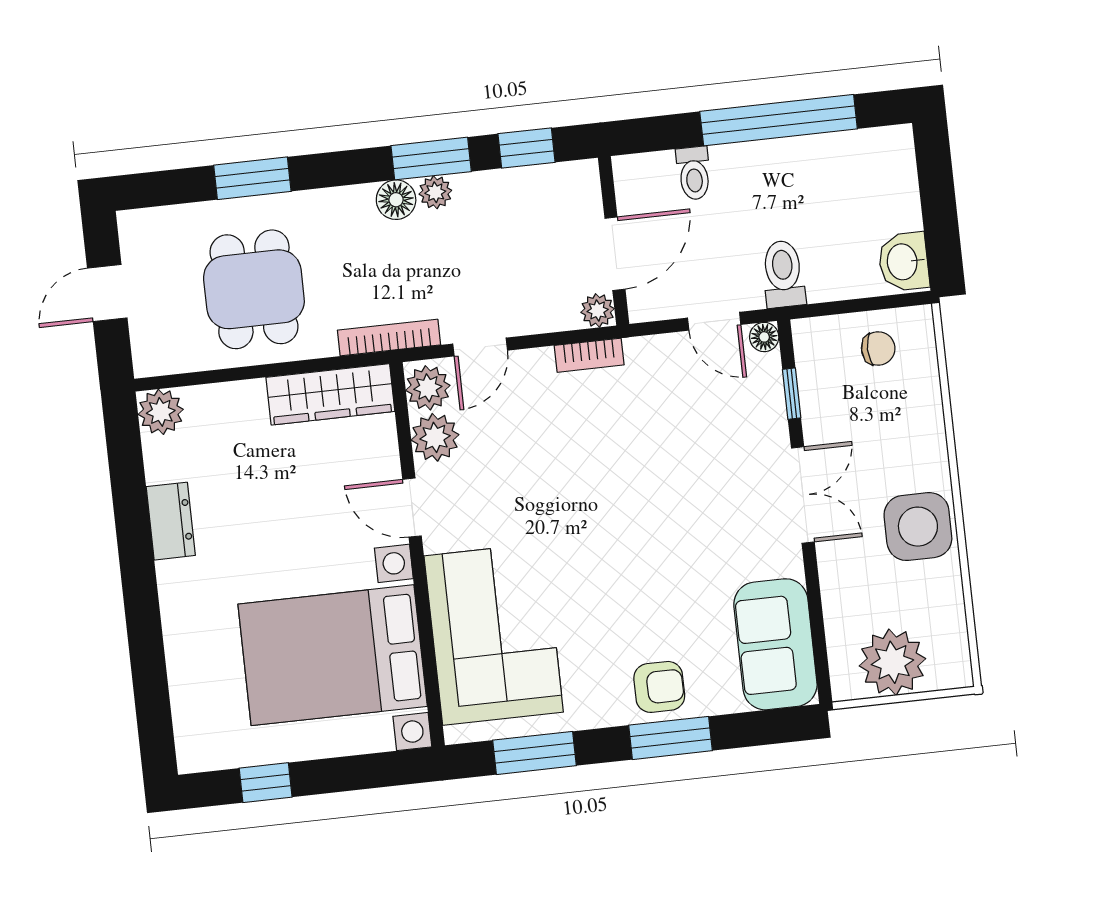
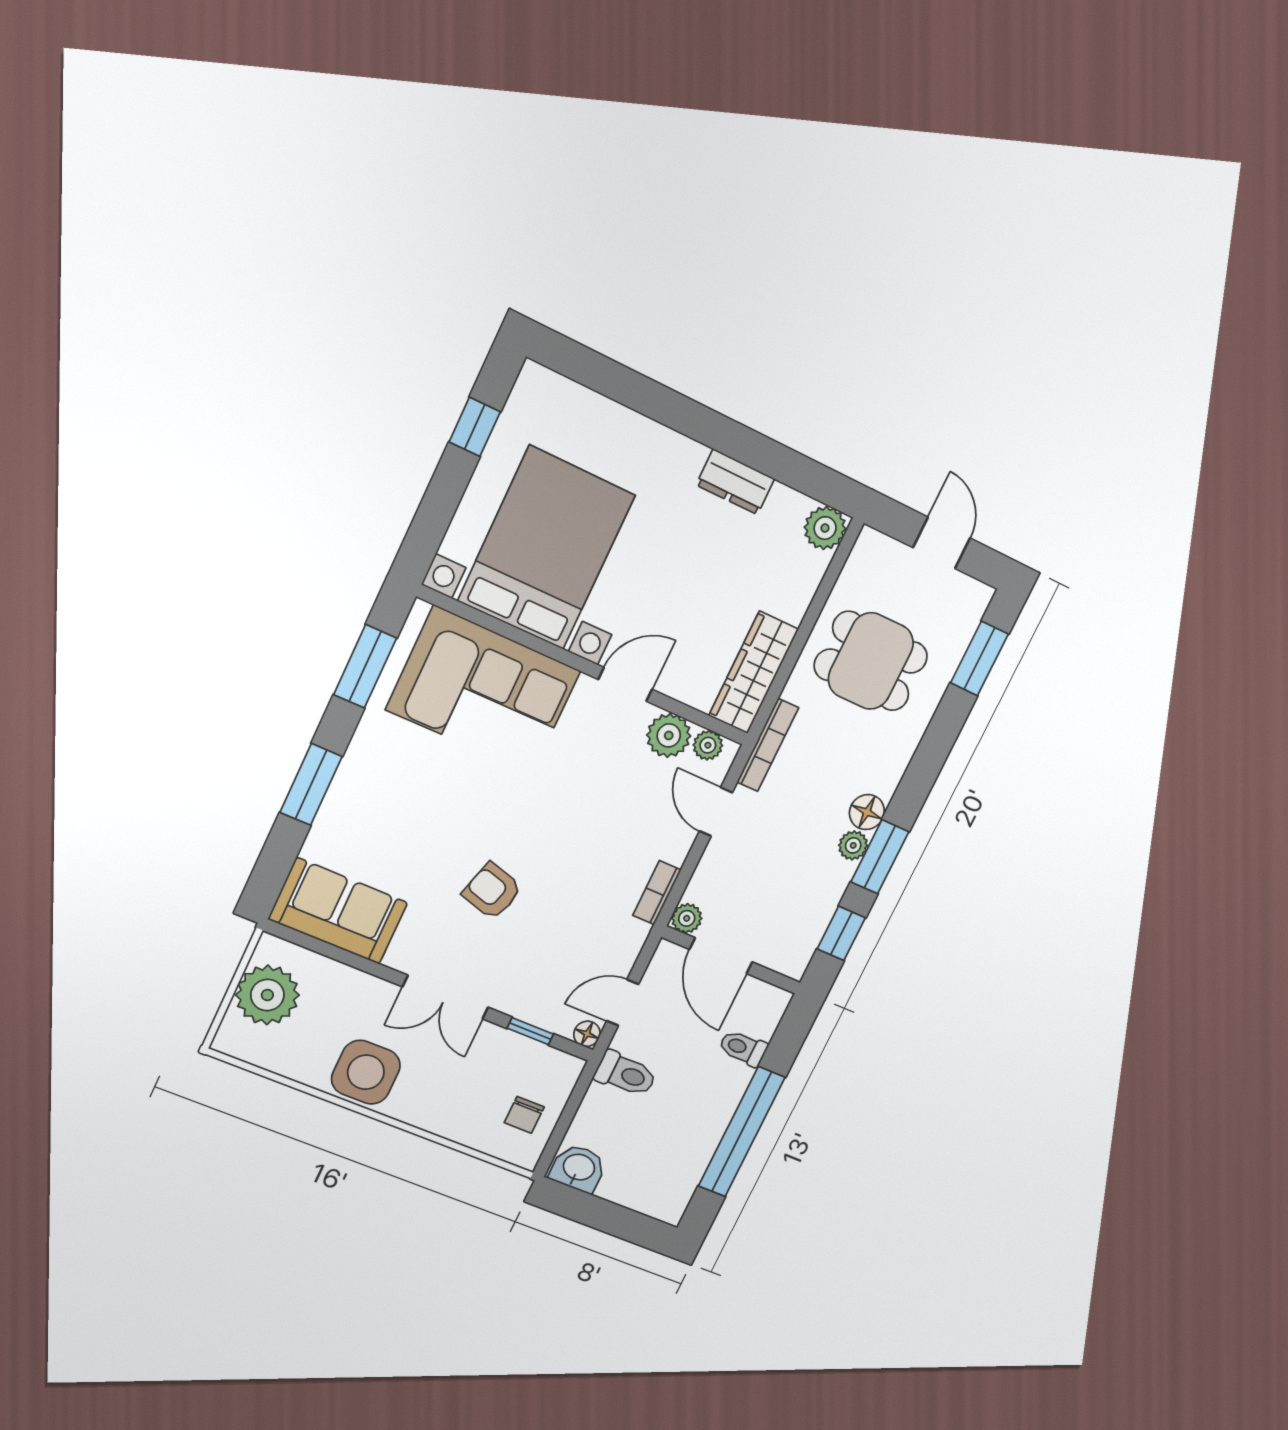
window: (252, 178) -> (979, 658), moved
plant: (428, 388) -> (708, 745), width x0.73, depth x0.73
armchair: (659, 687) -> (492, 891), moved, turned 106

